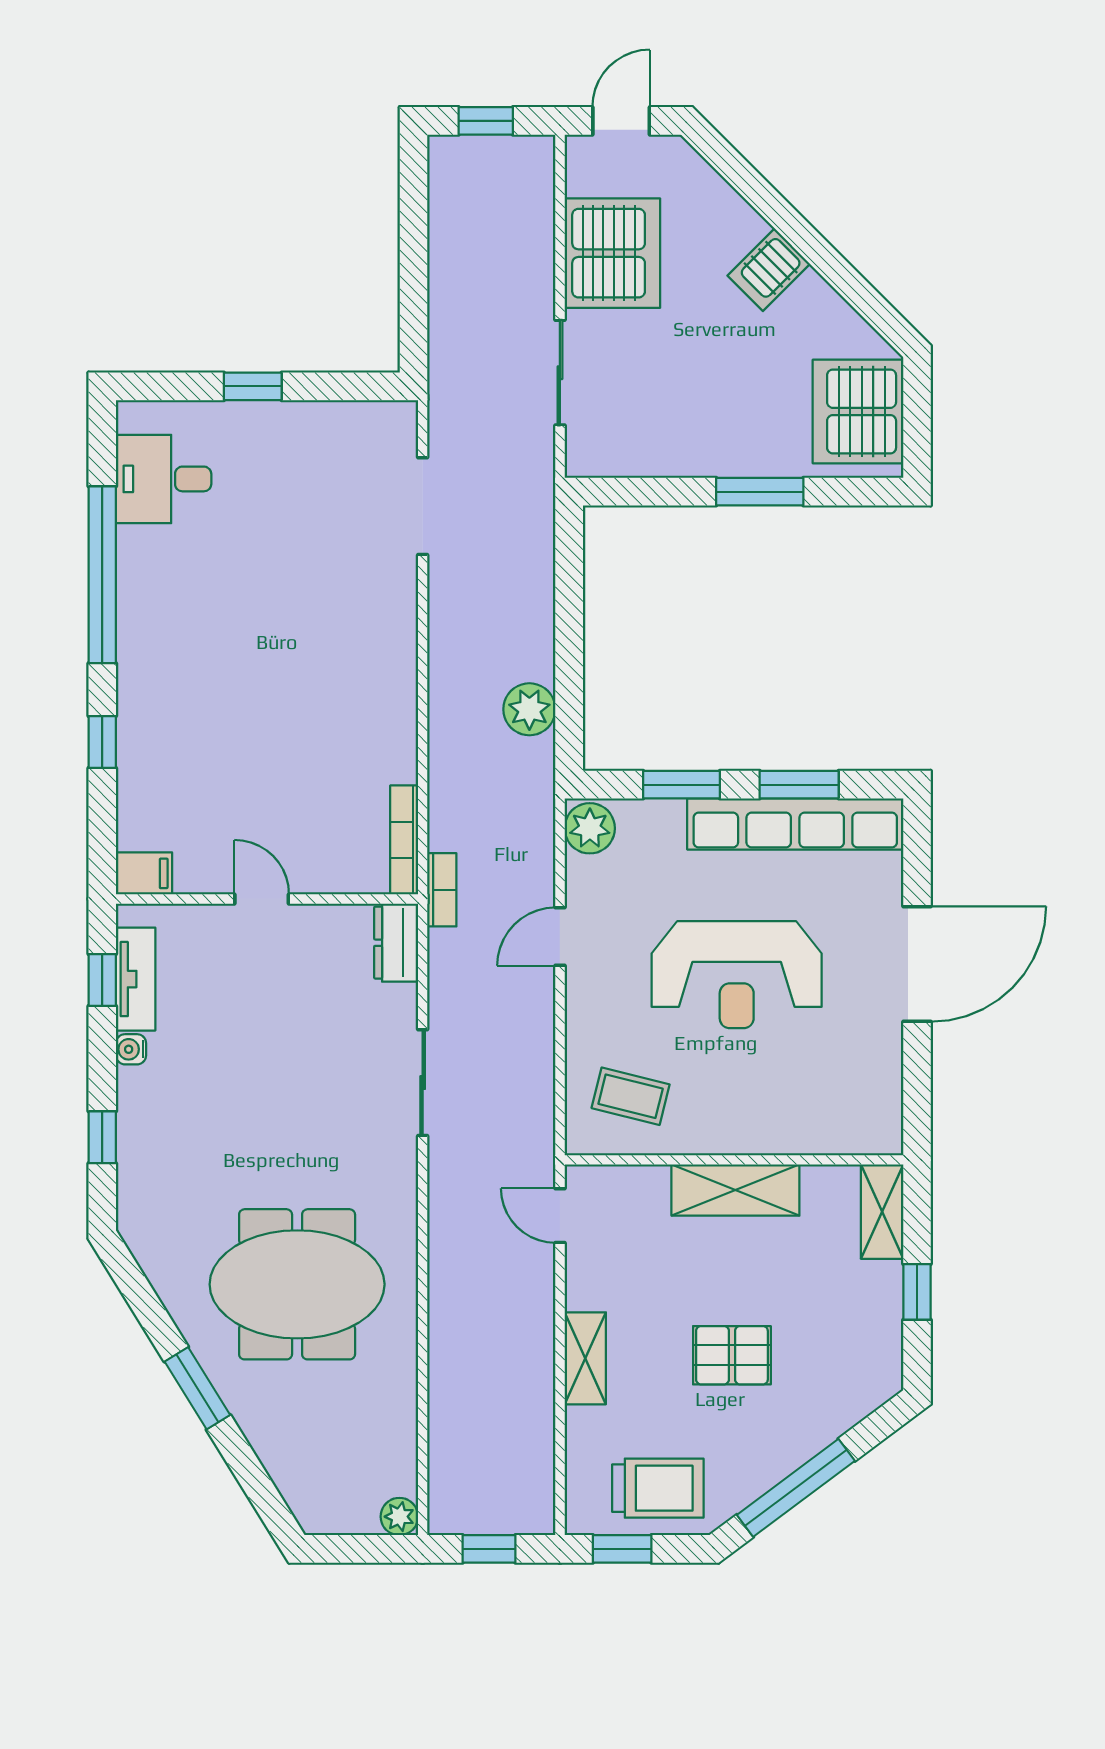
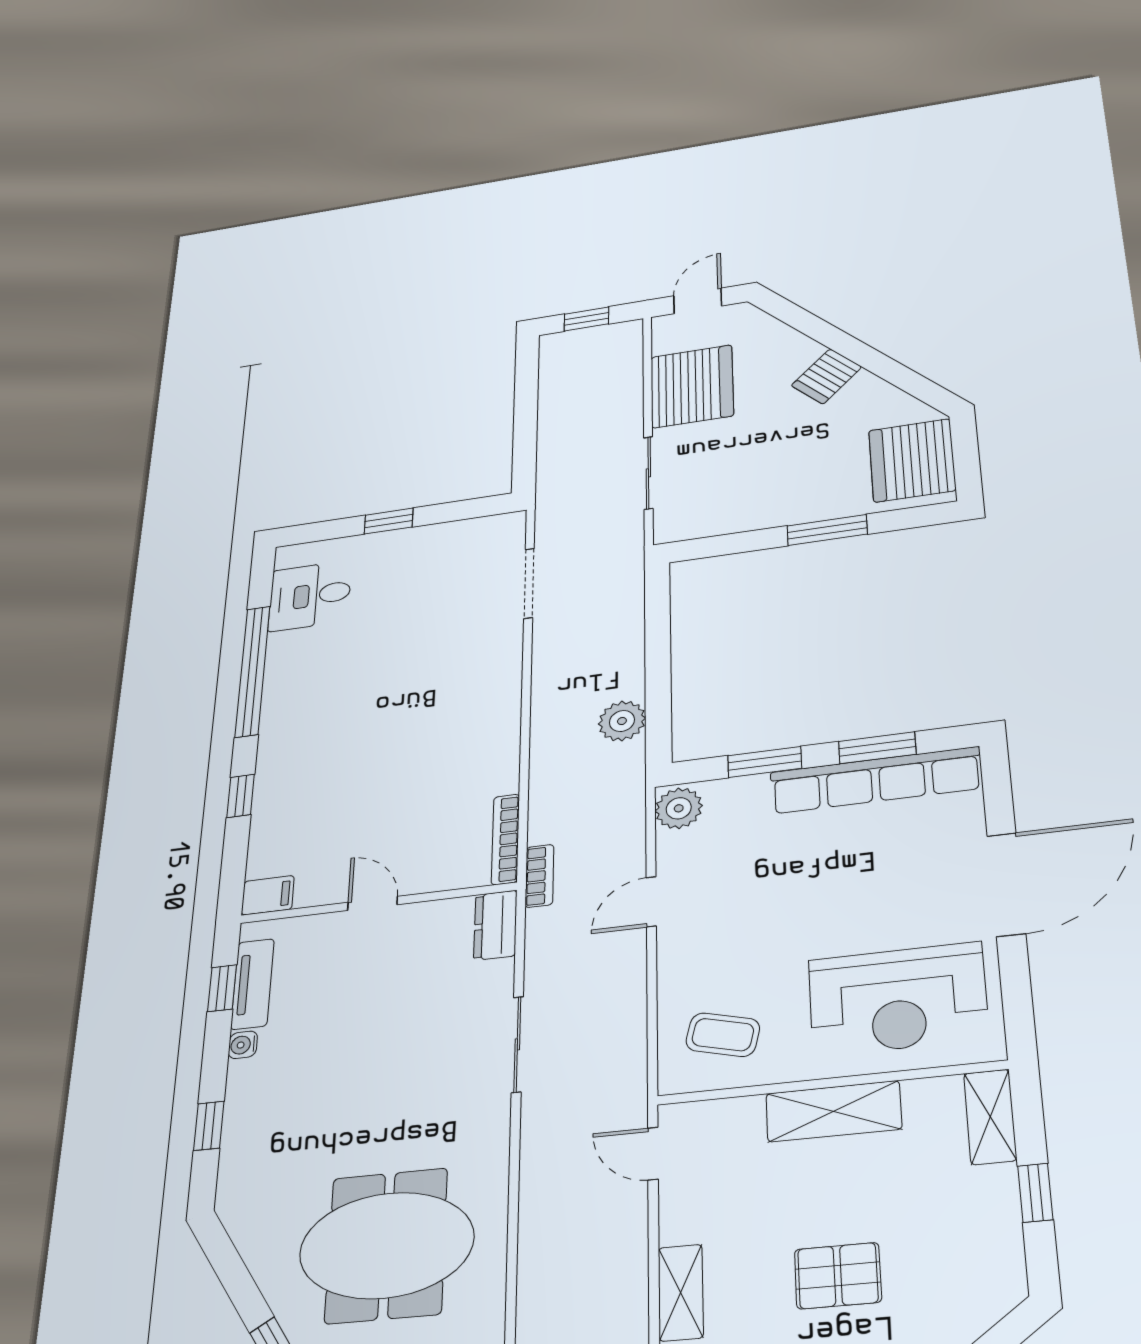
reception desk: (737, 975) -> (898, 999), moved

